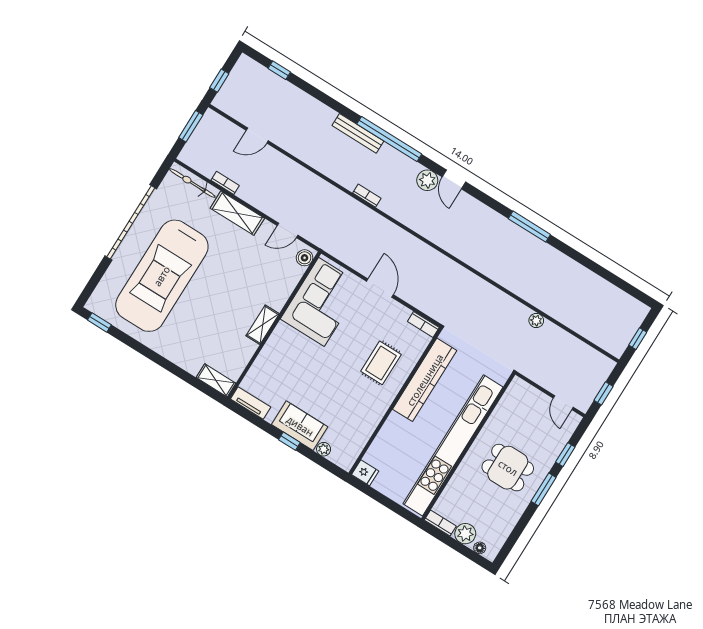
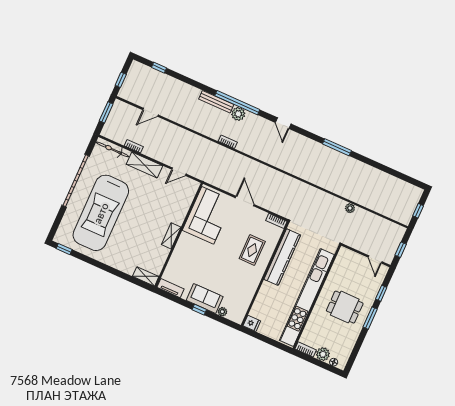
plant: (427, 180) -> (238, 114), moved
boiler: (305, 258) -> (193, 188), removed

